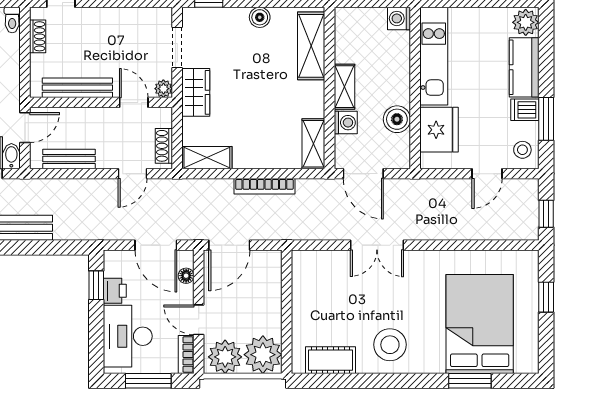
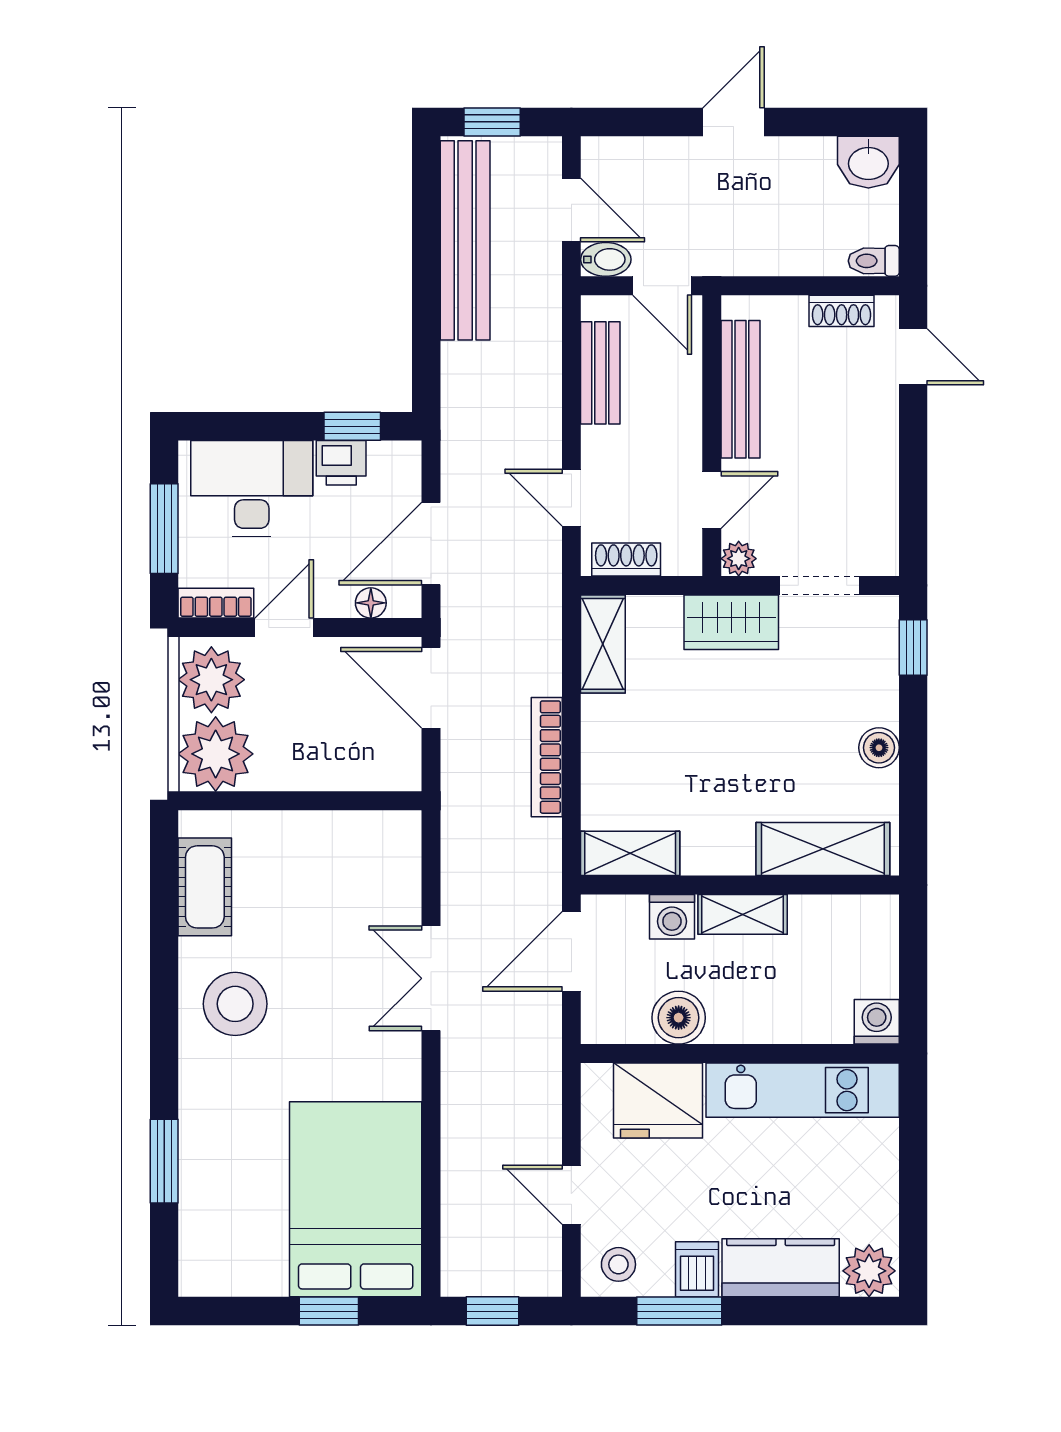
bed: (480, 324) -> (356, 1199), moved, turned -90

